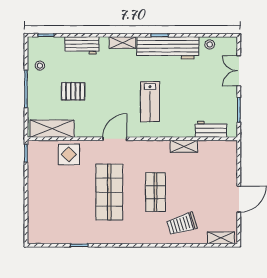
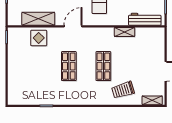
shelving: (52, 129) -> (38, 19), moved
workbench: (211, 129) -> (145, 19), width x1.38
shop shelf: (109, 192) -> (69, 66), width x0.70, depth x0.74

